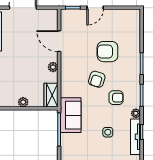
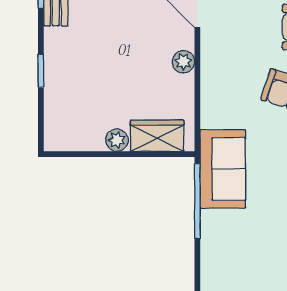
wardrobe: (51, 95) -> (157, 136), moved, turned 90

